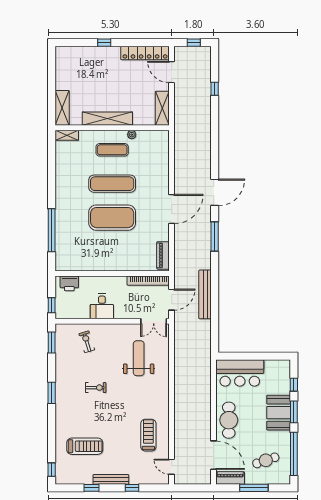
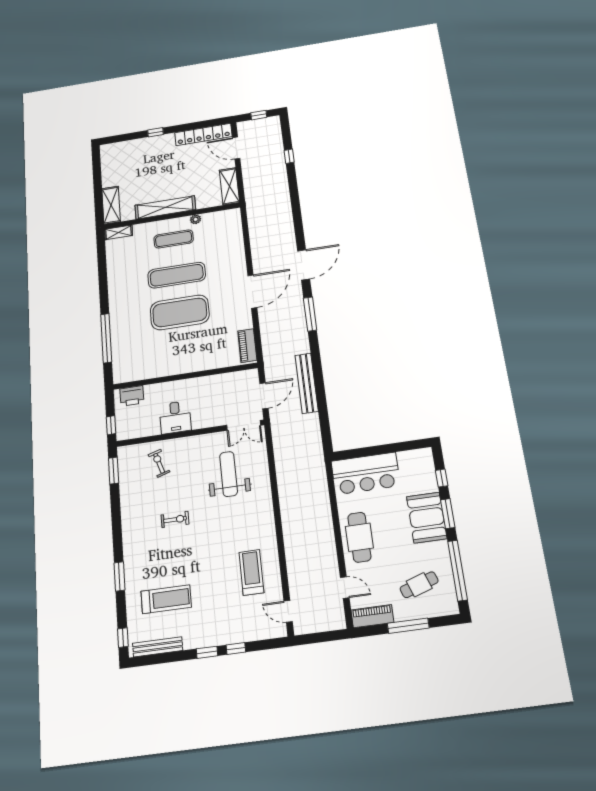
bookcase: (148, 281) -> (232, 378), removed
window: (52, 393) -> (119, 576), moved
door: (214, 455) -> (345, 588), width x0.53
bench: (111, 479) -> (158, 647), moved
window: (91, 488) -> (207, 652), moved

